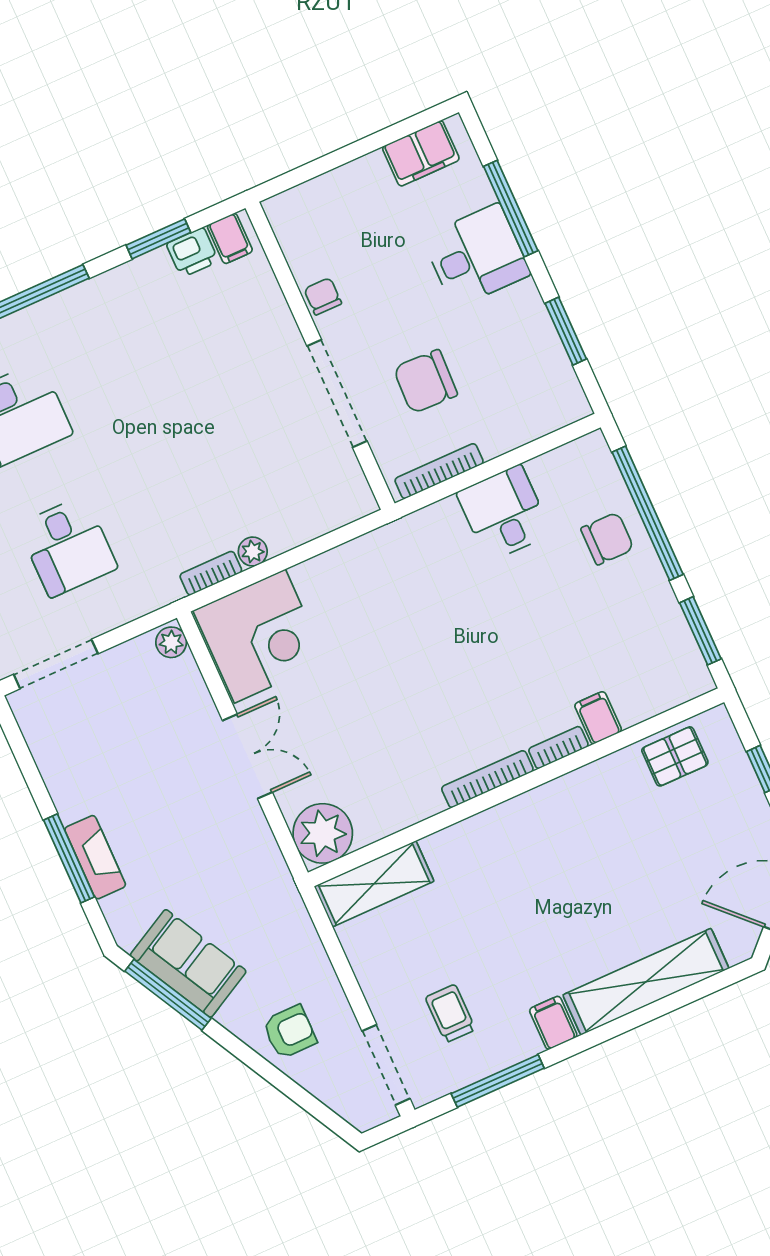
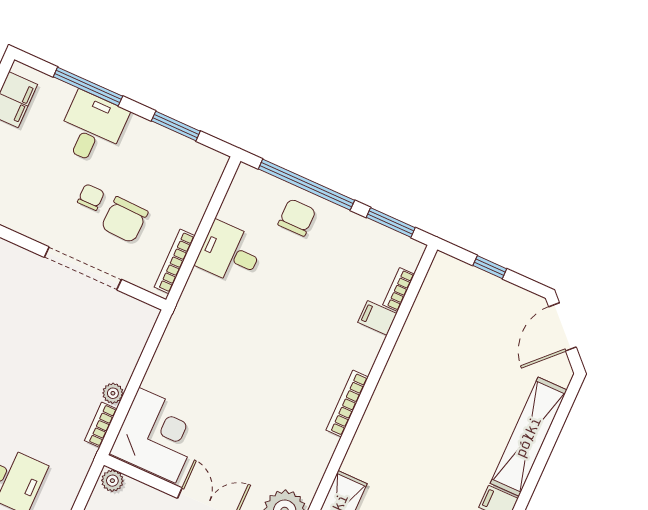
chair: (323, 296) -> (91, 197), moved, turned 90
bookcase: (558, 748) -> (399, 289), moved
pallet: (675, 756) -> (437, 302), removed

